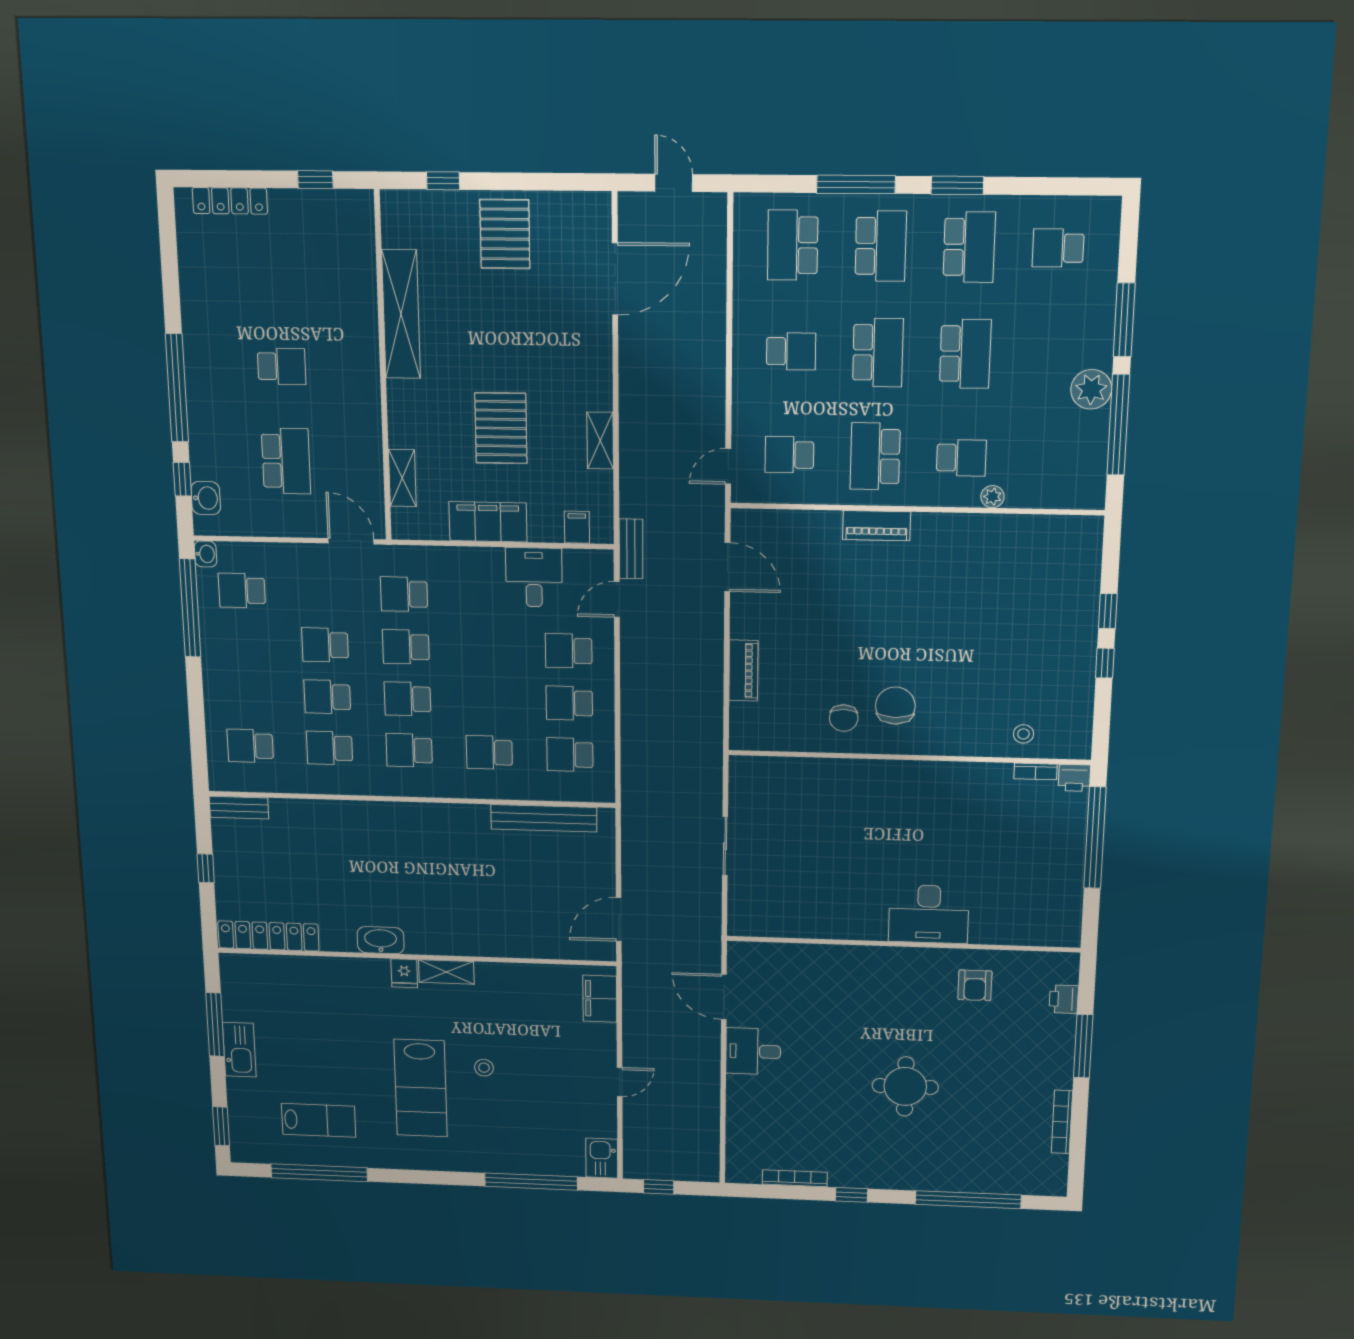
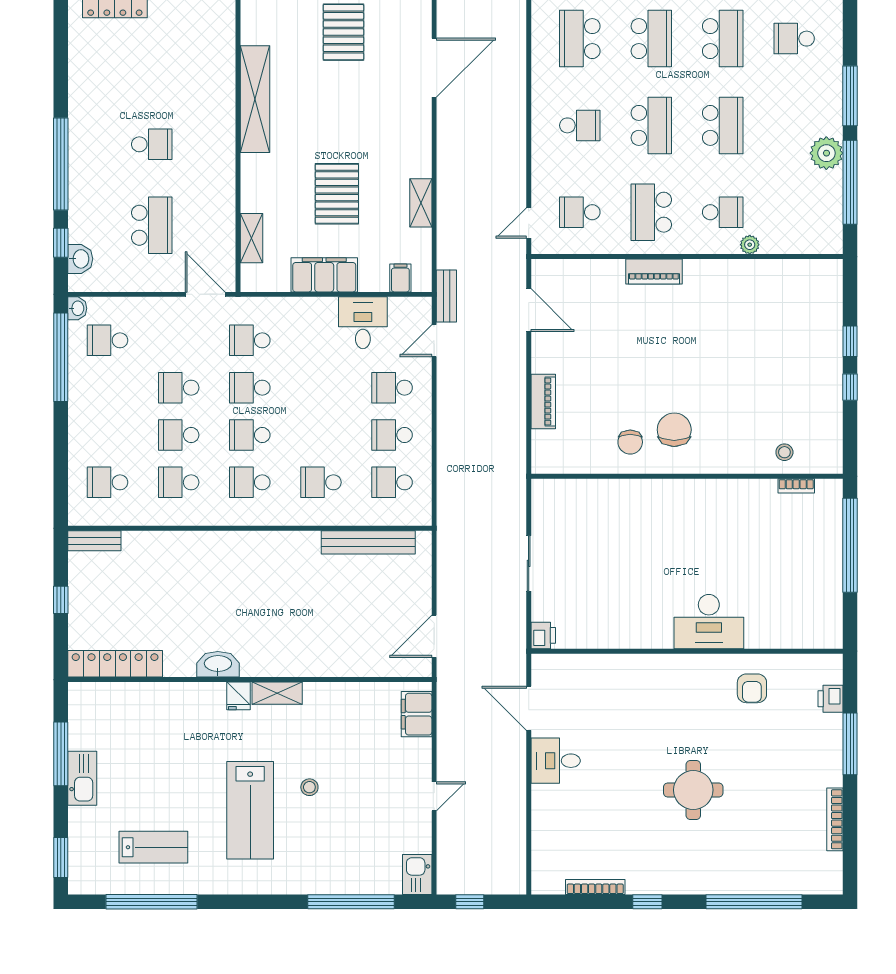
printer: (1074, 778) -> (543, 635), moved, turned -90

